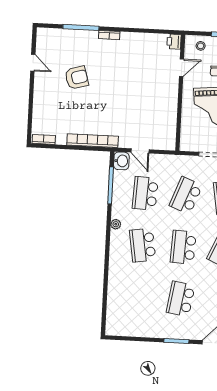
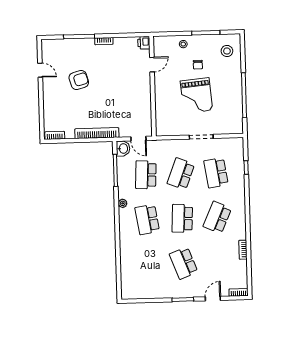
printer: (174, 42) -> (144, 43), moved
door: (182, 68) -> (152, 65), moved
wall: (180, 93) -> (153, 86), moved
school desk: (181, 299) -> (184, 263), turned -30

